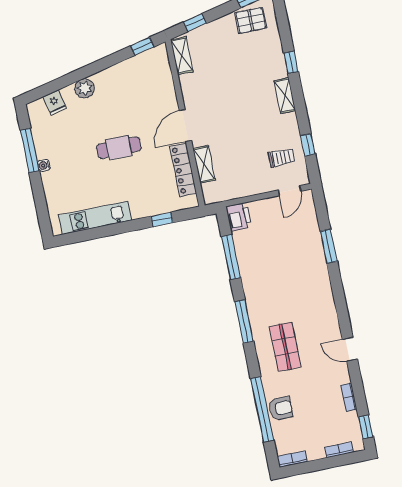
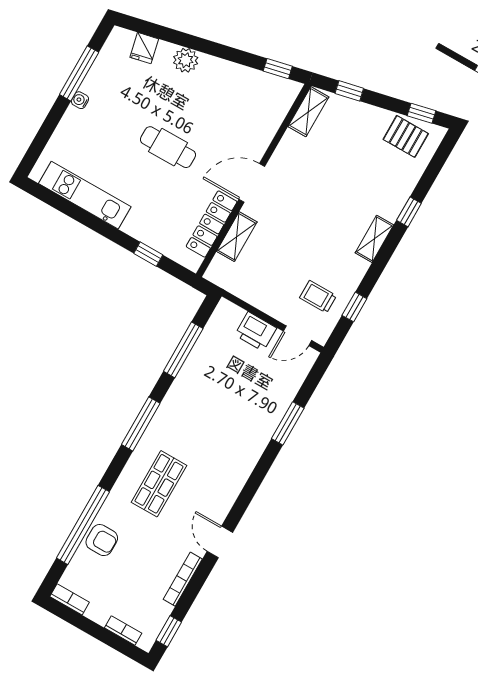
trolley: (282, 158) -> (318, 297), turned 180
printer: (239, 217) -> (256, 331), moved, turned 90
bookcase: (349, 397) -> (183, 579), width x1.56

